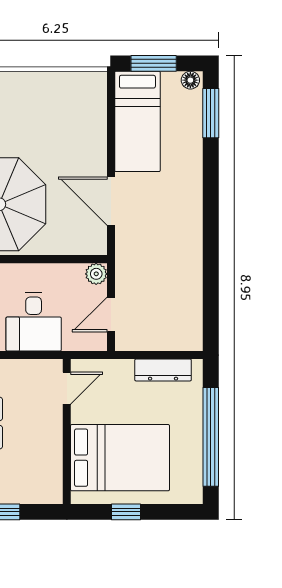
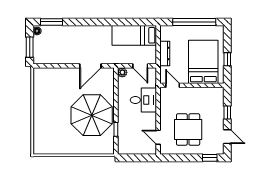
bed: (137, 121) -> (134, 35), moved, turned 180
dresser: (163, 370) -> (165, 53), moved

